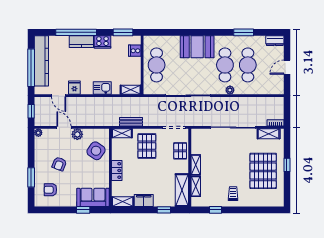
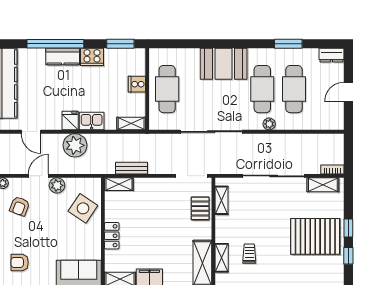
cooker: (135, 51) -> (137, 84), moved
fridge: (74, 88) -> (70, 121), moved
plant: (90, 105) -> (75, 145), added
door: (64, 127) -> (38, 176), hinge flipped
pallet: (147, 146) -> (154, 202), removed
armchair: (59, 164) -> (20, 206), moved
shelving: (196, 165) -> (221, 200), moved
pallet: (263, 171) -> (315, 236), turned 90
window: (287, 185) -> (348, 256), added
trolley: (233, 194) -> (249, 254), moved

